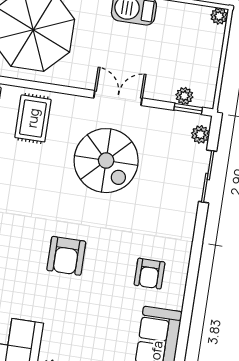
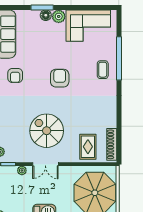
plant: (184, 96) -> (22, 170), moved
armchair: (149, 274) -> (15, 76), turned 180

